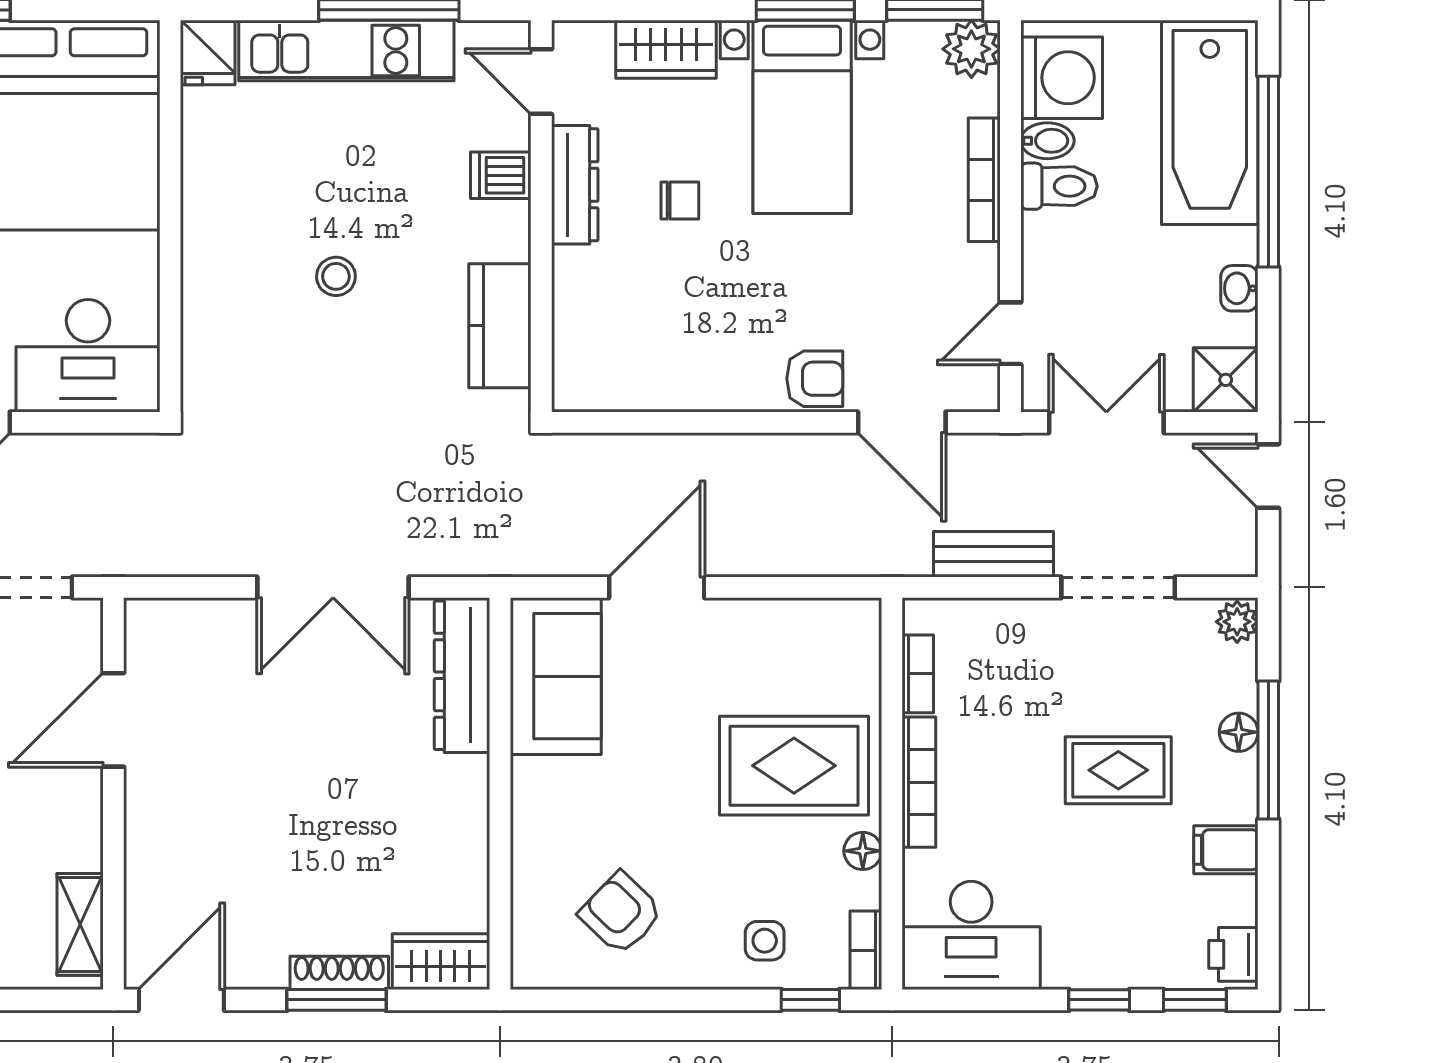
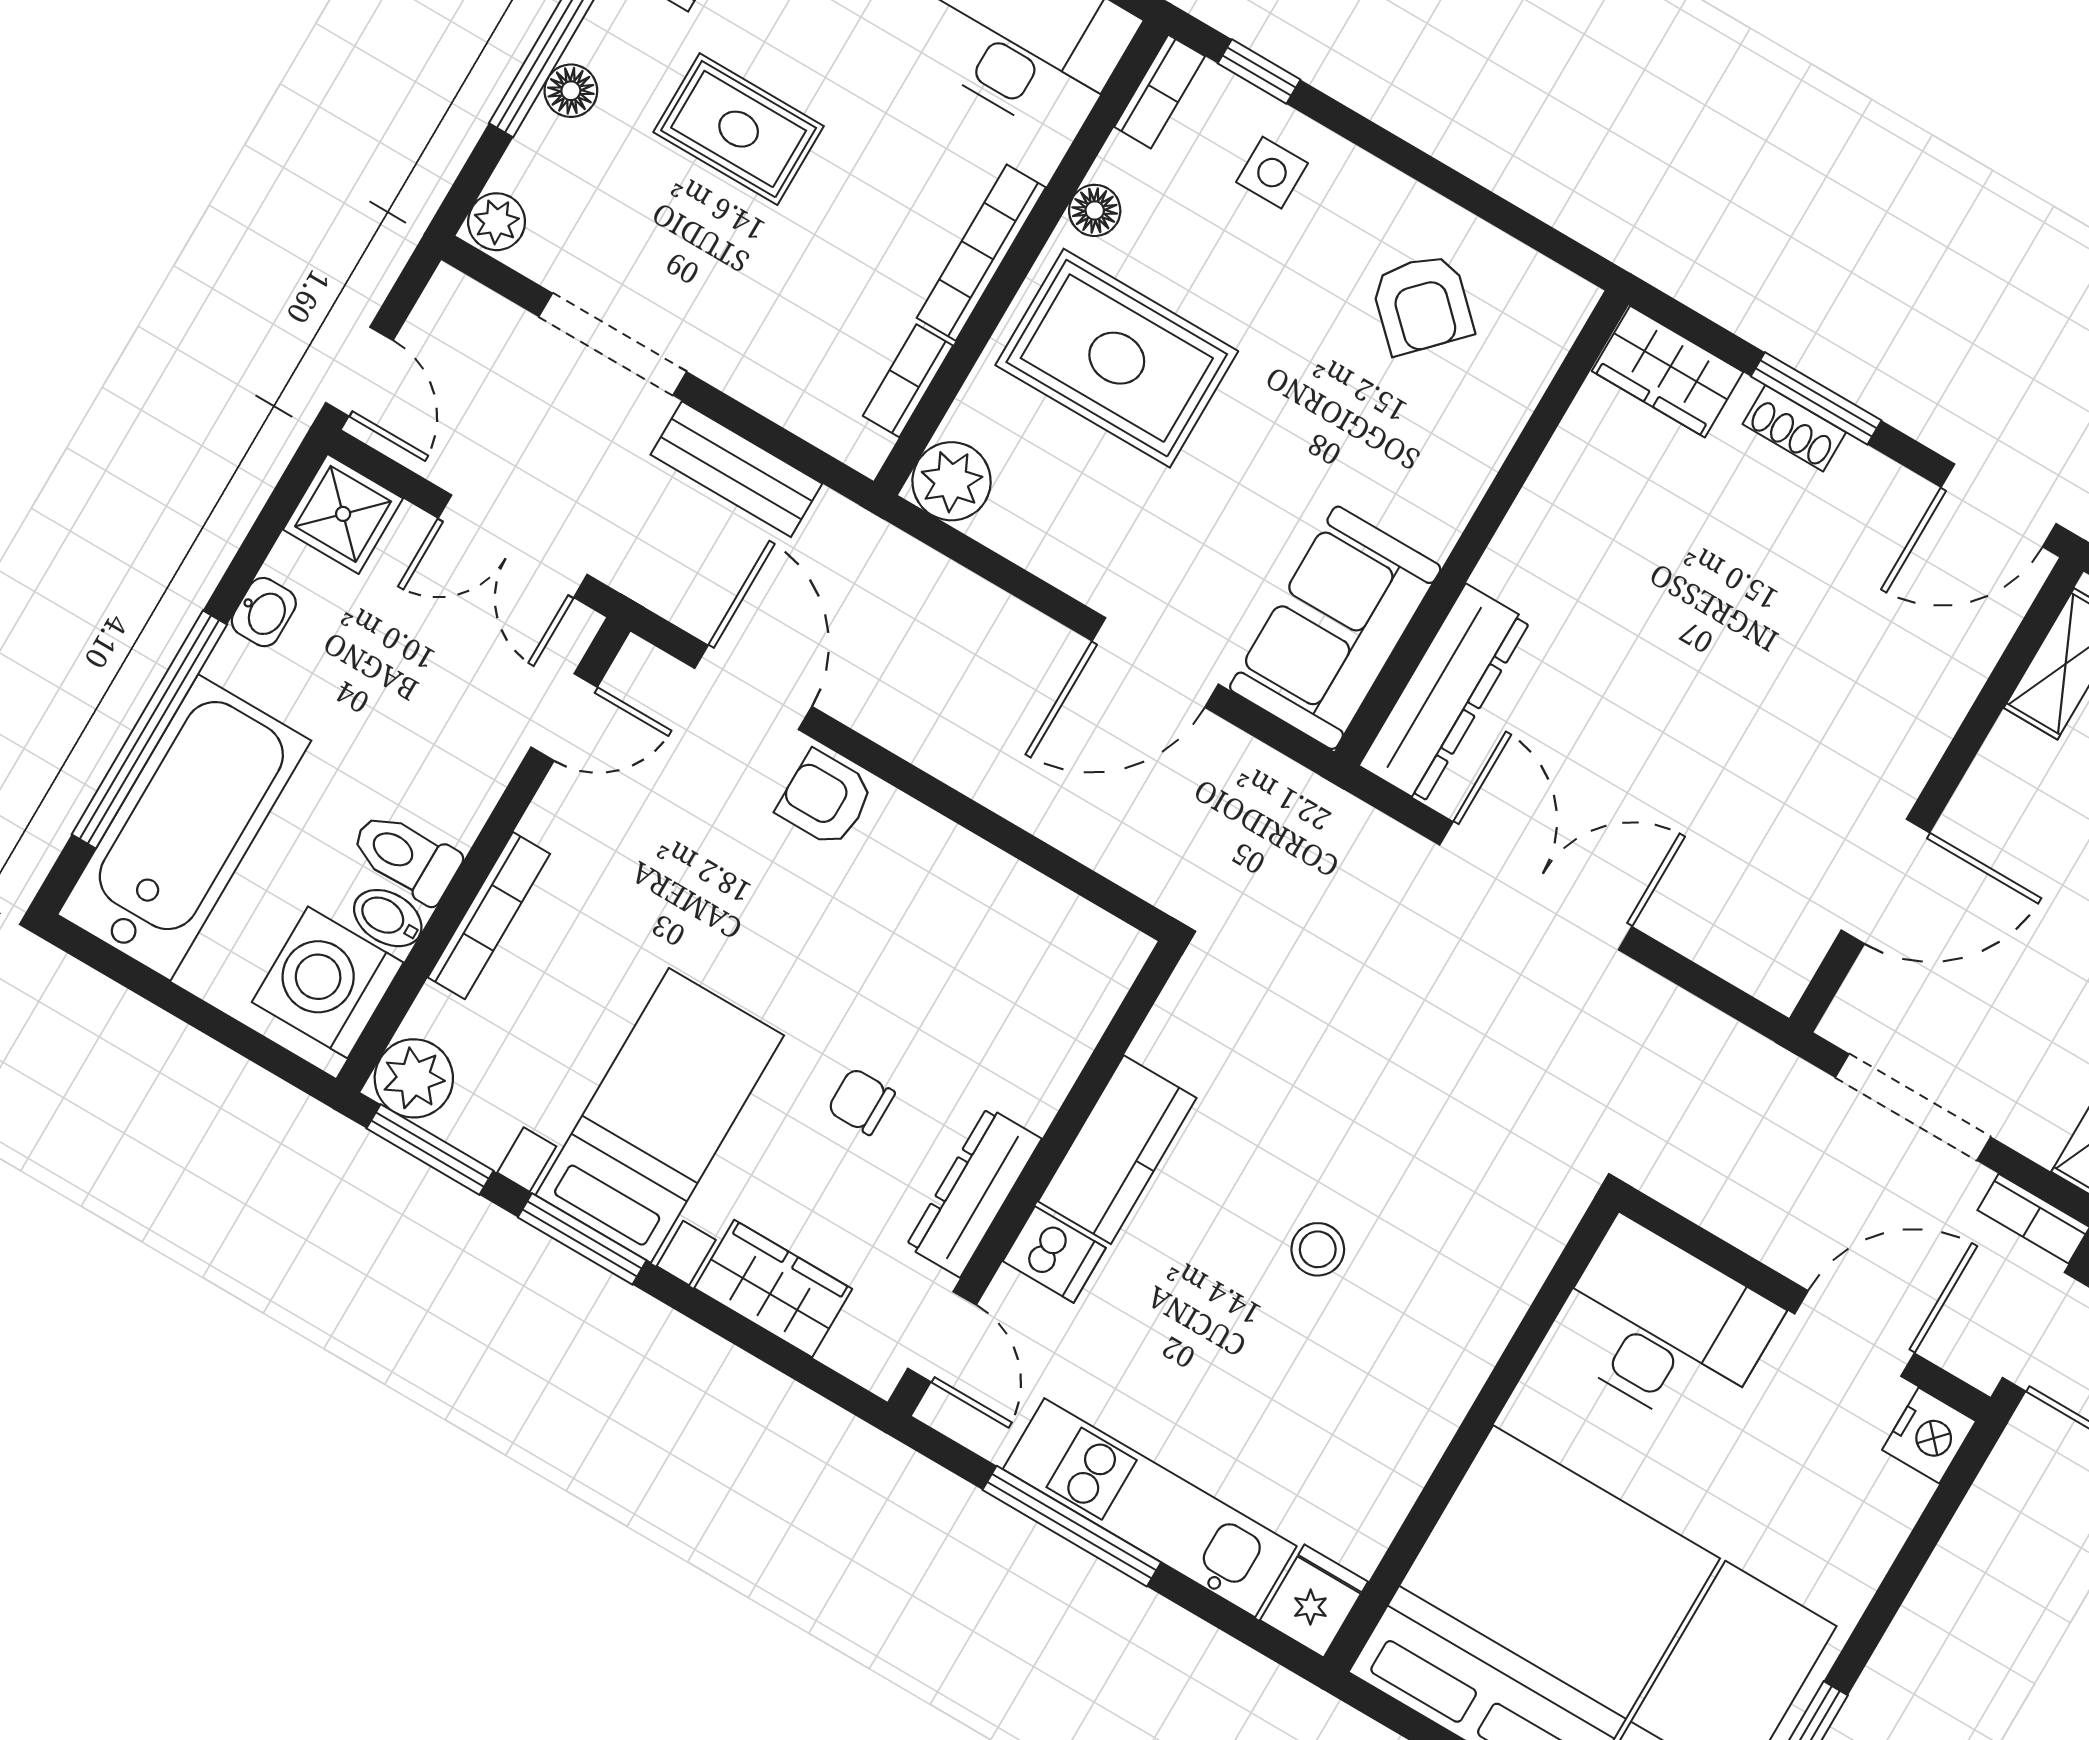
kitchen counter: (500, 326) -> (1117, 1150), moved
plant: (853, 626) -> (952, 481), added
shoe rack: (339, 973) -> (1794, 428), width x0.70

